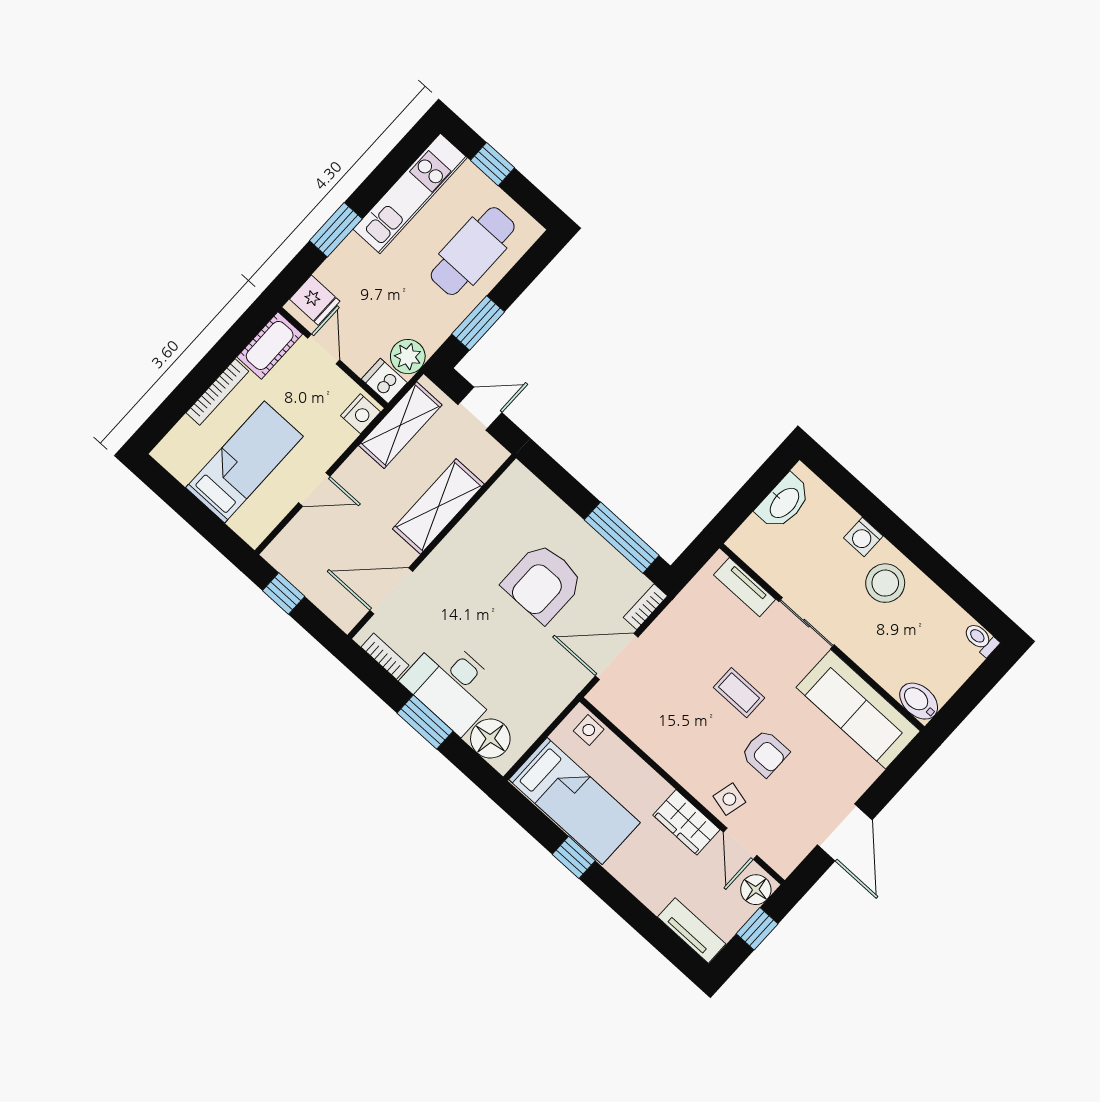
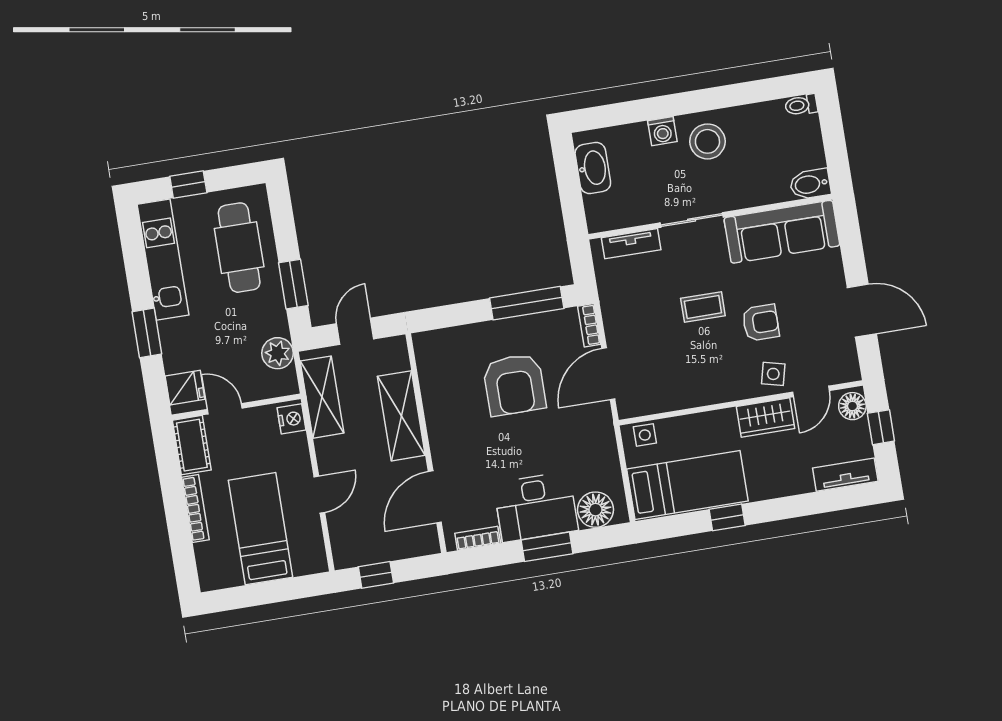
dishwasher: (384, 381) -> (282, 384), removed
door: (740, 844) -> (811, 391), hinge flipped

